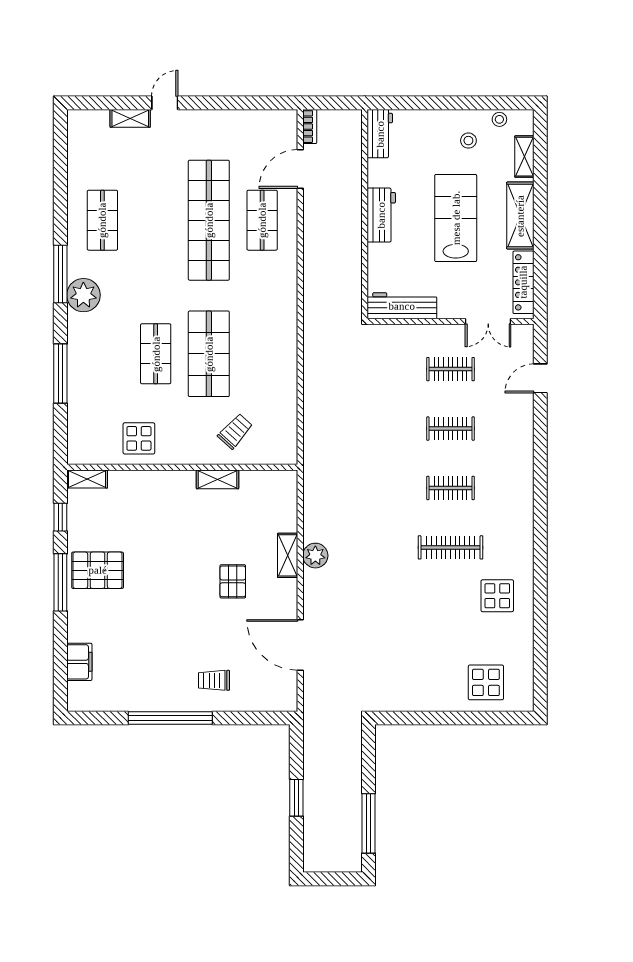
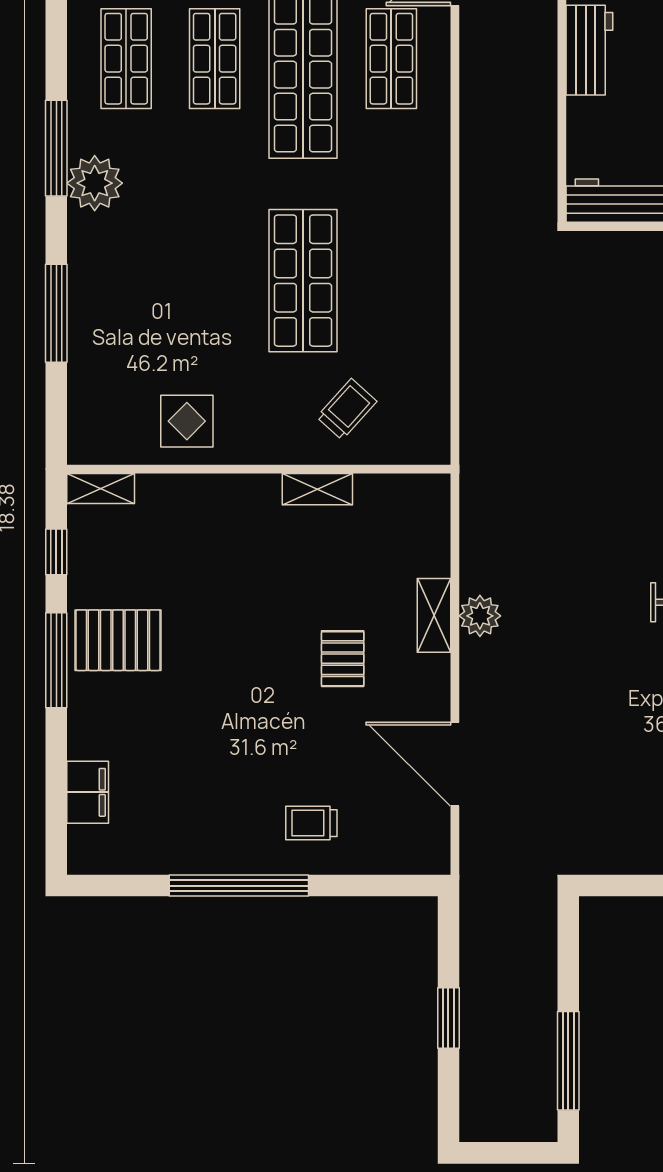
shop shelf: (156, 354) -> (215, 59), moved

